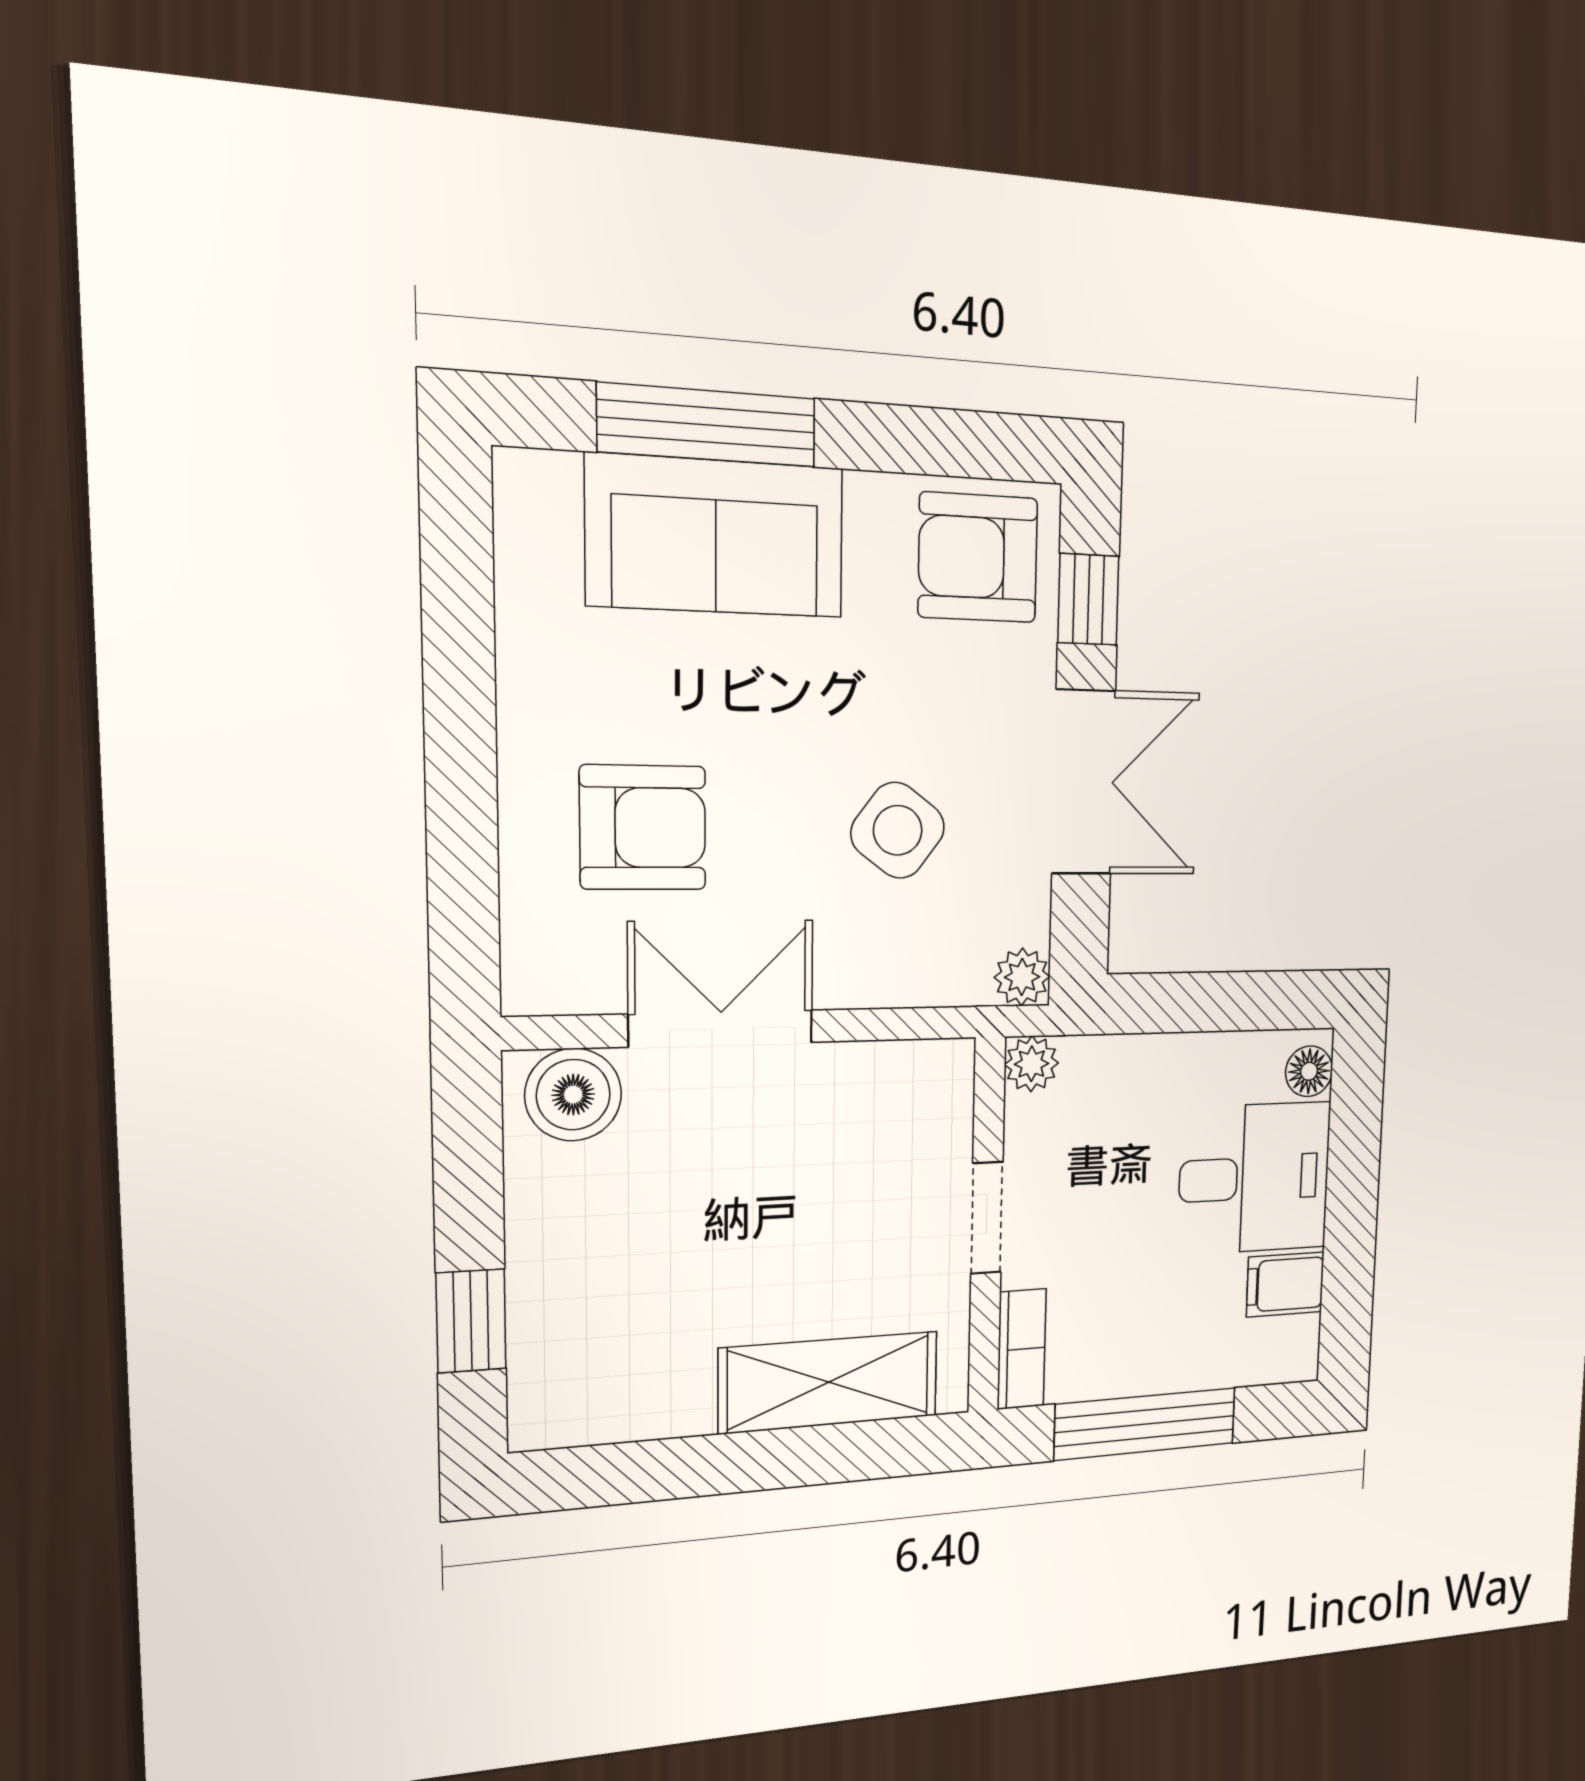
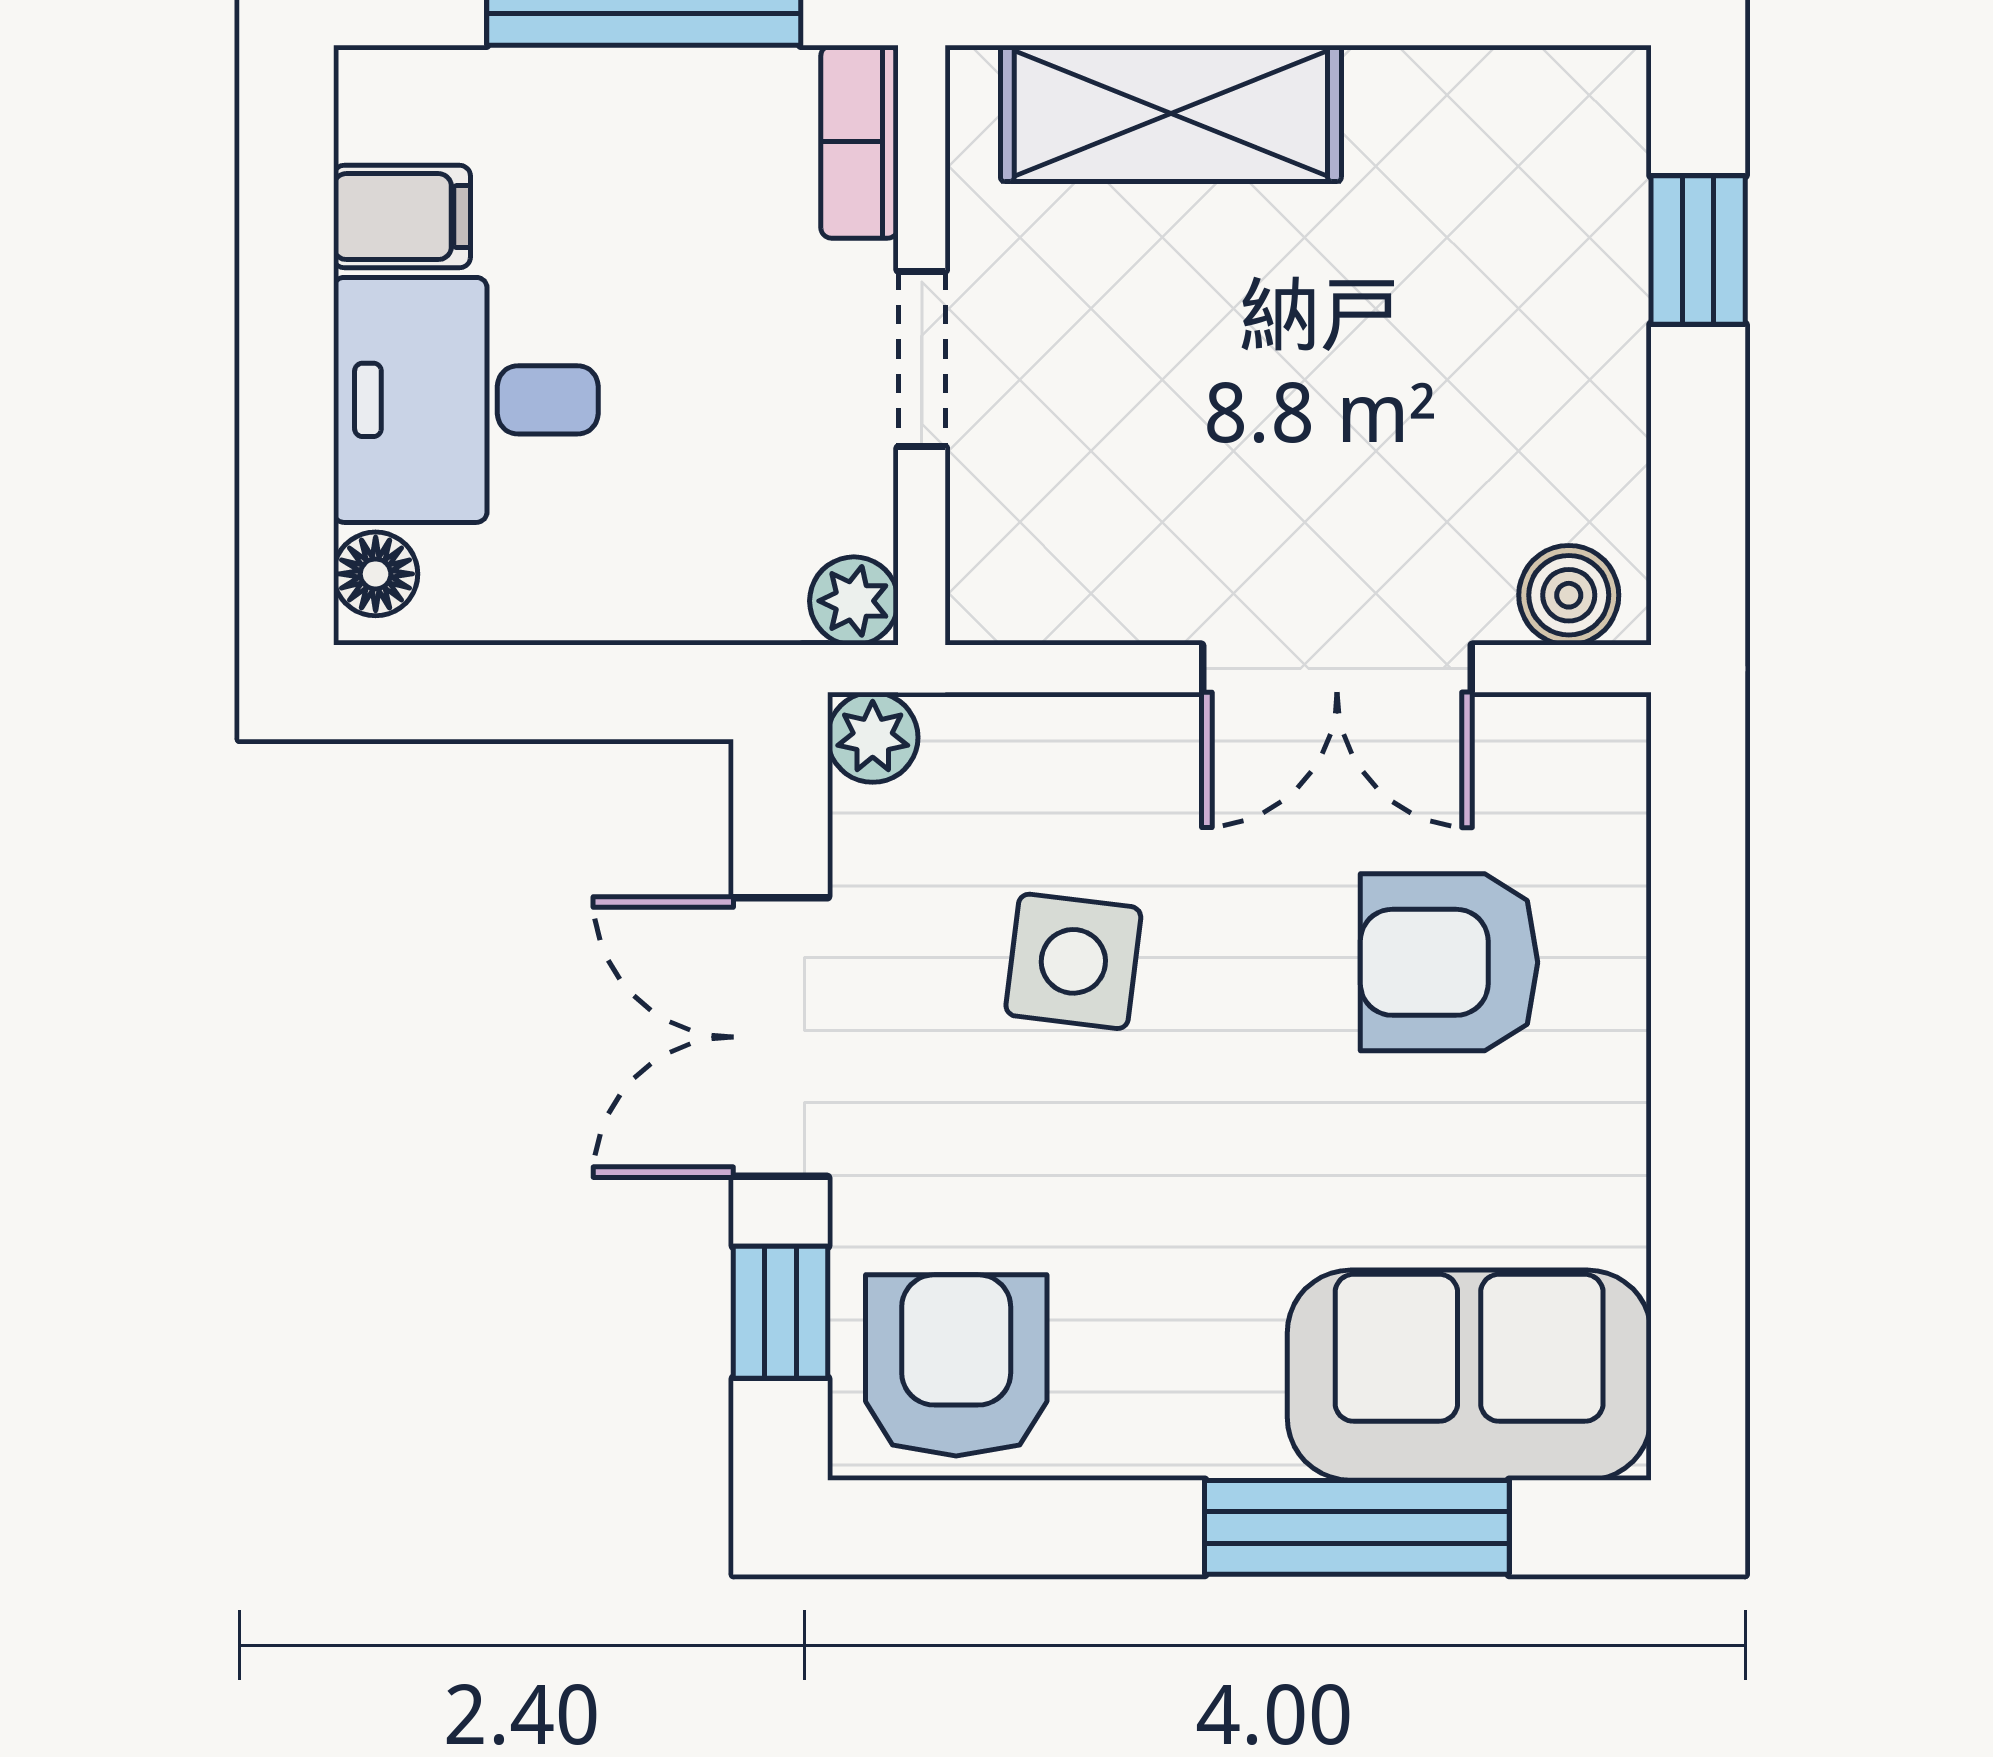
sofa: (716, 536) -> (1469, 1375), moved
armchair: (978, 558) -> (956, 1365), turned -90
side table: (898, 830) -> (1073, 961), turned -30
boiler: (573, 1095) -> (1569, 595), width x0.73, depth x0.73

